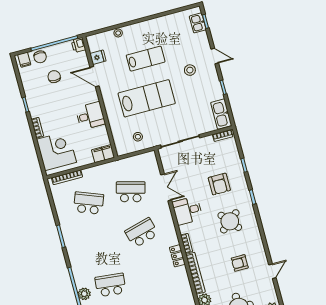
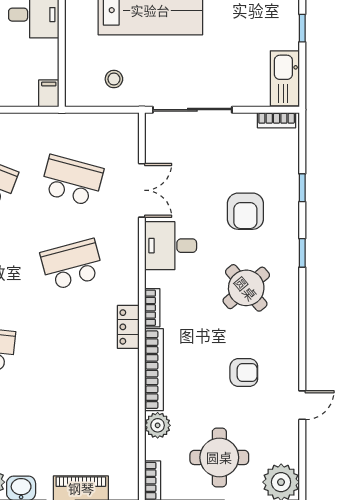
filing cabinet: (103, 154) -> (49, 93), width x0.50
armchair: (240, 263) -> (244, 373), turned 180

